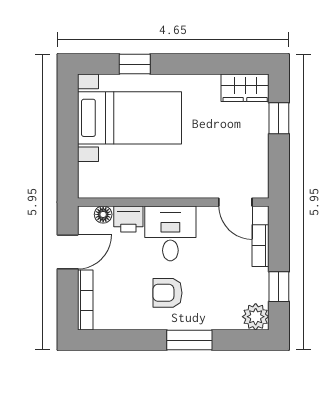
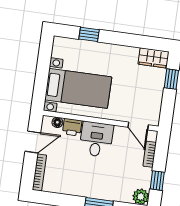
bed with nightstands: (129, 118) -> (78, 88), moved
armchair: (167, 293) -> (90, 175), removed

